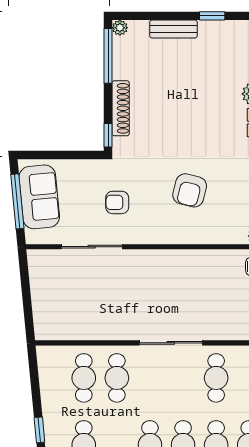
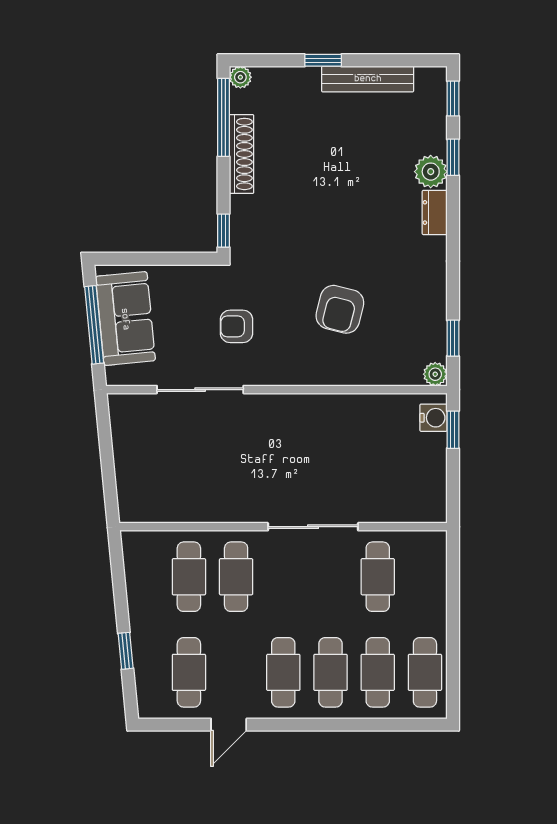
window: (212, 16) -> (323, 60), moved
bench: (173, 29) -> (368, 79), moved, width x1.36
shoe rack: (121, 108) -> (242, 154), moved

